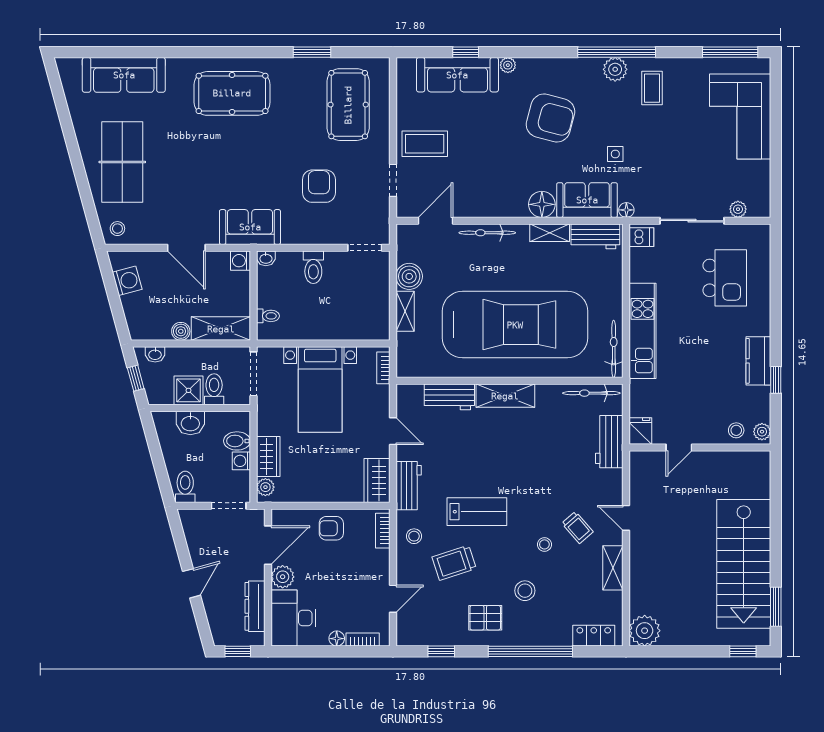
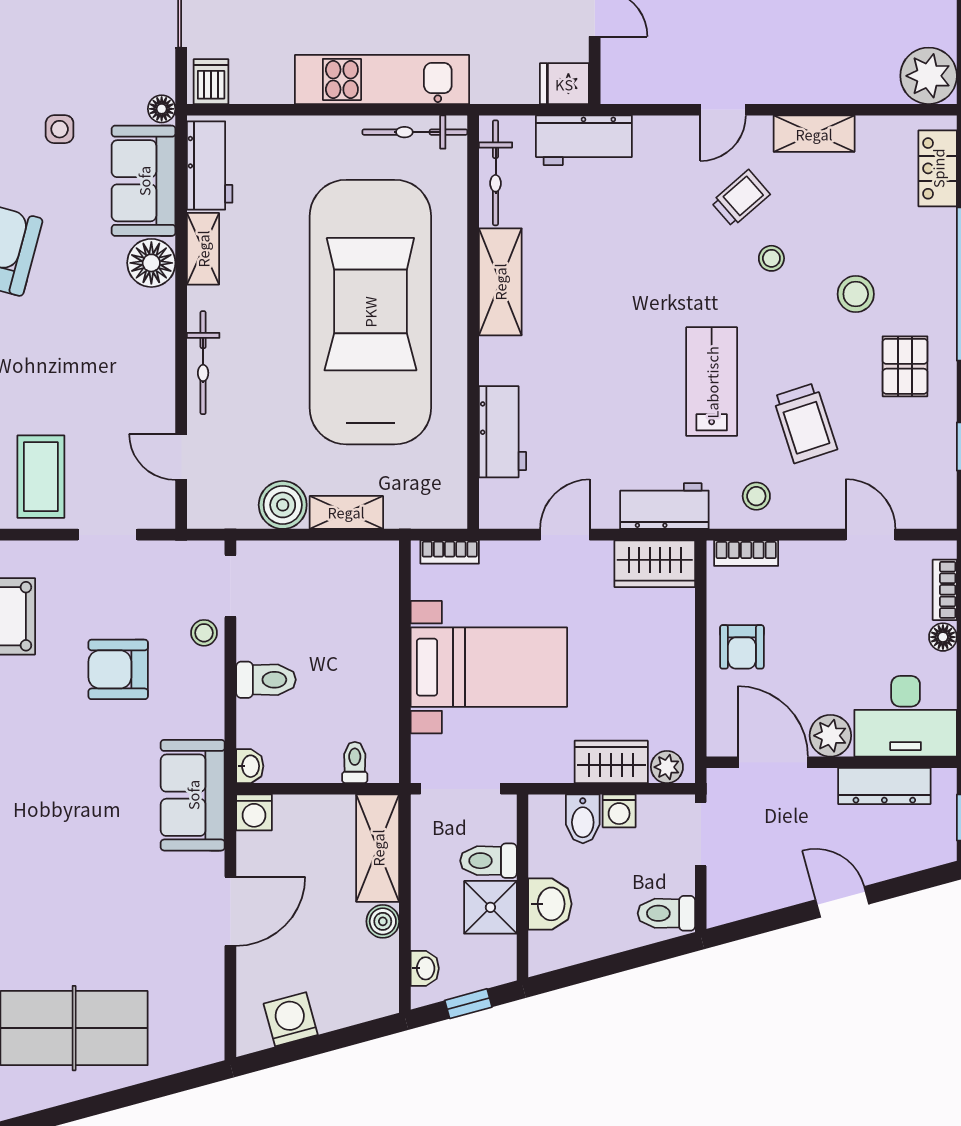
door: (436, 221) -> (181, 457), width x0.73
stool: (117, 229) -> (204, 633), moved
shelving: (505, 396) -> (500, 282), moved

